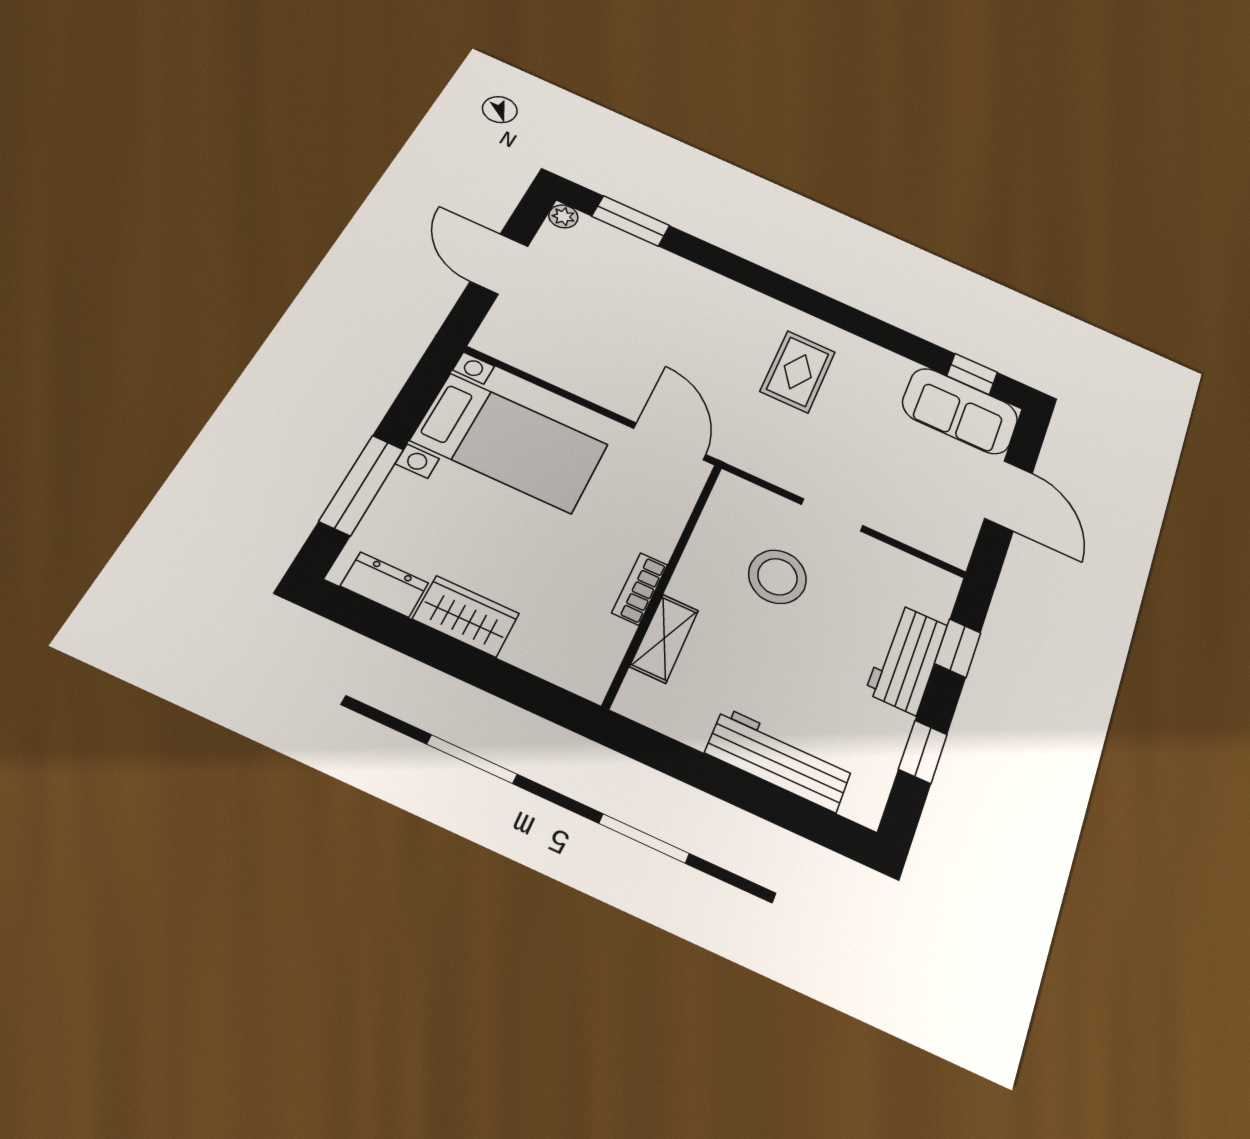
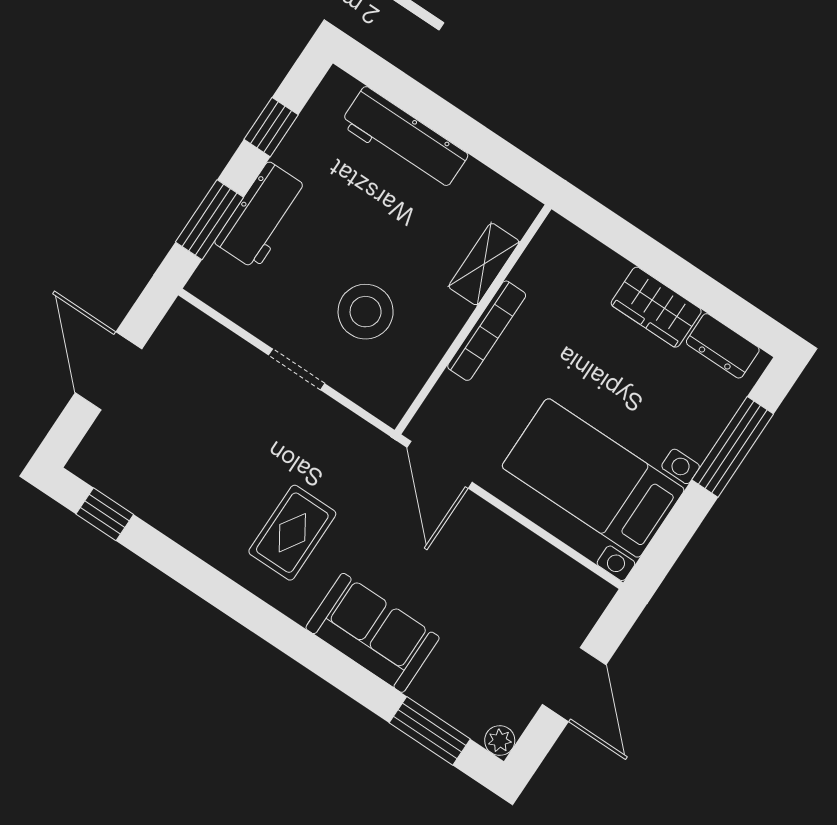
sofa: (960, 411) -> (373, 633), moved
bookcase: (640, 589) -> (487, 331), width x1.56
window: (958, 648) -> (209, 220), width x1.50

